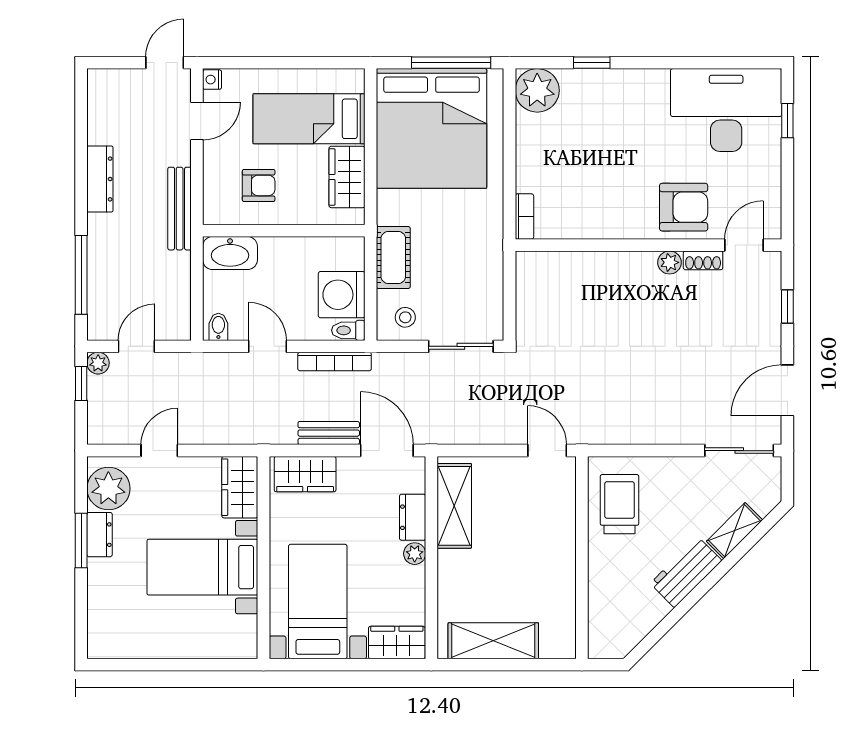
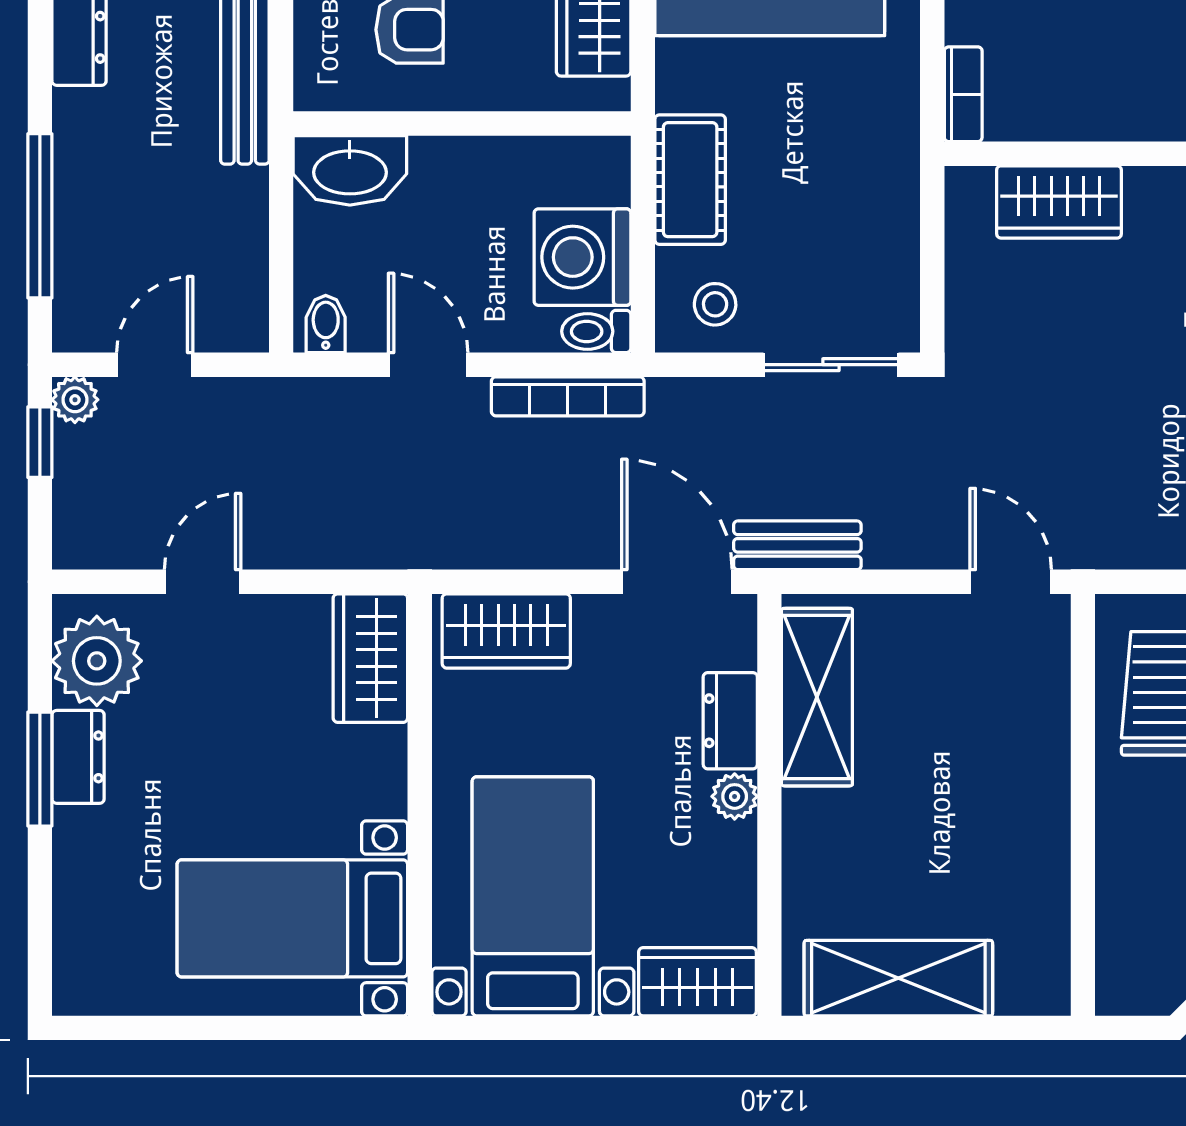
wardrobe: (570, 268) -> (1059, 202), added
bench: (329, 433) -> (797, 545), moved
bed with nightstands: (202, 567) -> (292, 918), moved

